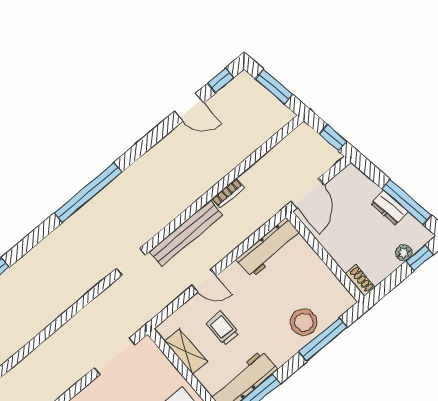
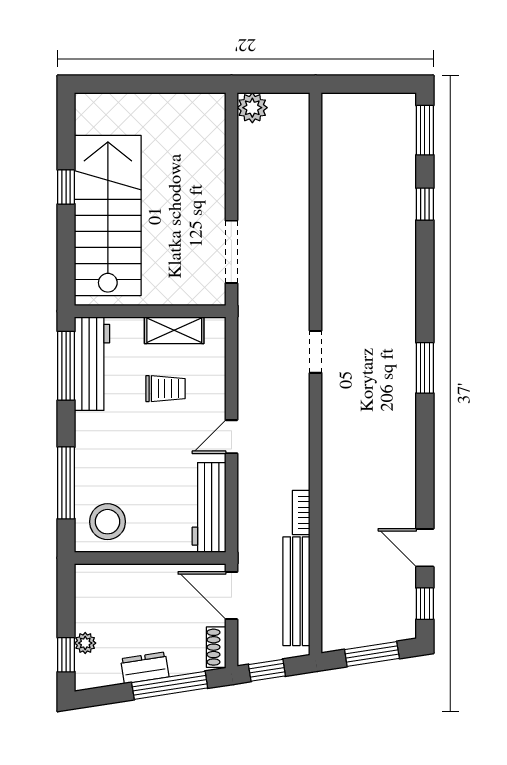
door: (189, 107) -> (425, 548), hinge flipped
window: (88, 193) -> (425, 368), width x0.47
window: (407, 202) -> (170, 685), moved
bench: (186, 233) -> (296, 591), moved
door: (204, 281) -> (231, 437), moved
shoe rack: (360, 281) -> (216, 647), moved, turned 90
stool: (304, 322) -> (108, 522), moved

